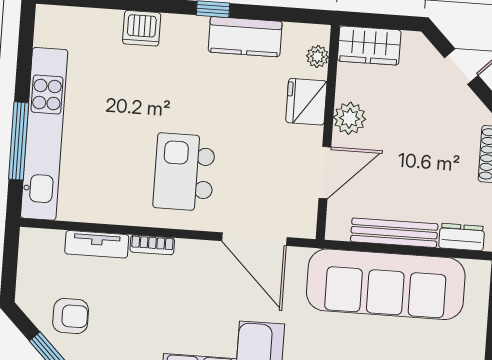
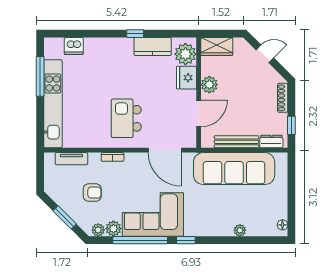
dishwasher: (142, 28) -> (74, 46), moved
plant: (318, 57) -> (185, 54), width x1.88, depth x1.88
window: (19, 141) -> (40, 76), moved
tv unit: (97, 244) -> (71, 159), moved
armchair: (71, 316) -> (92, 193), moved

